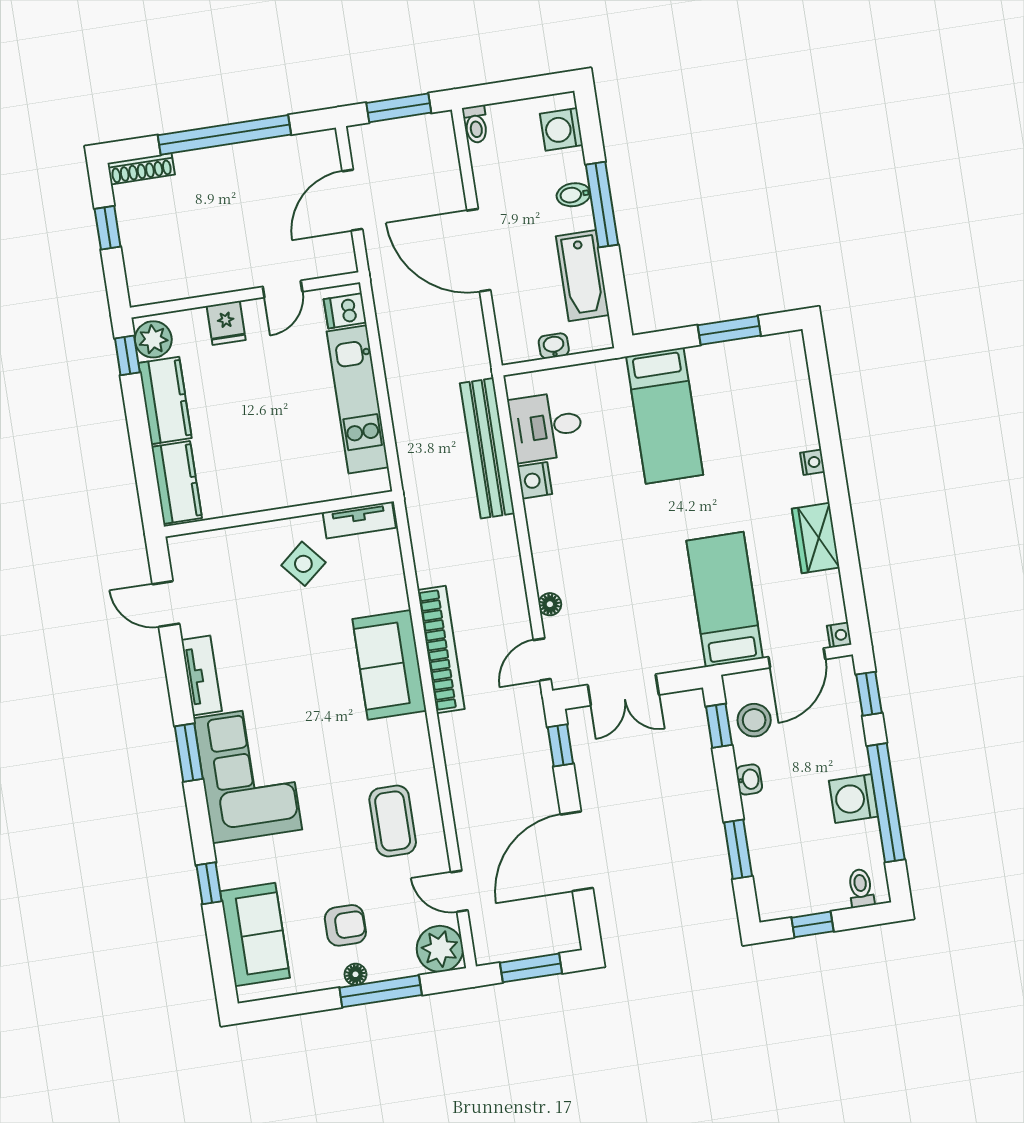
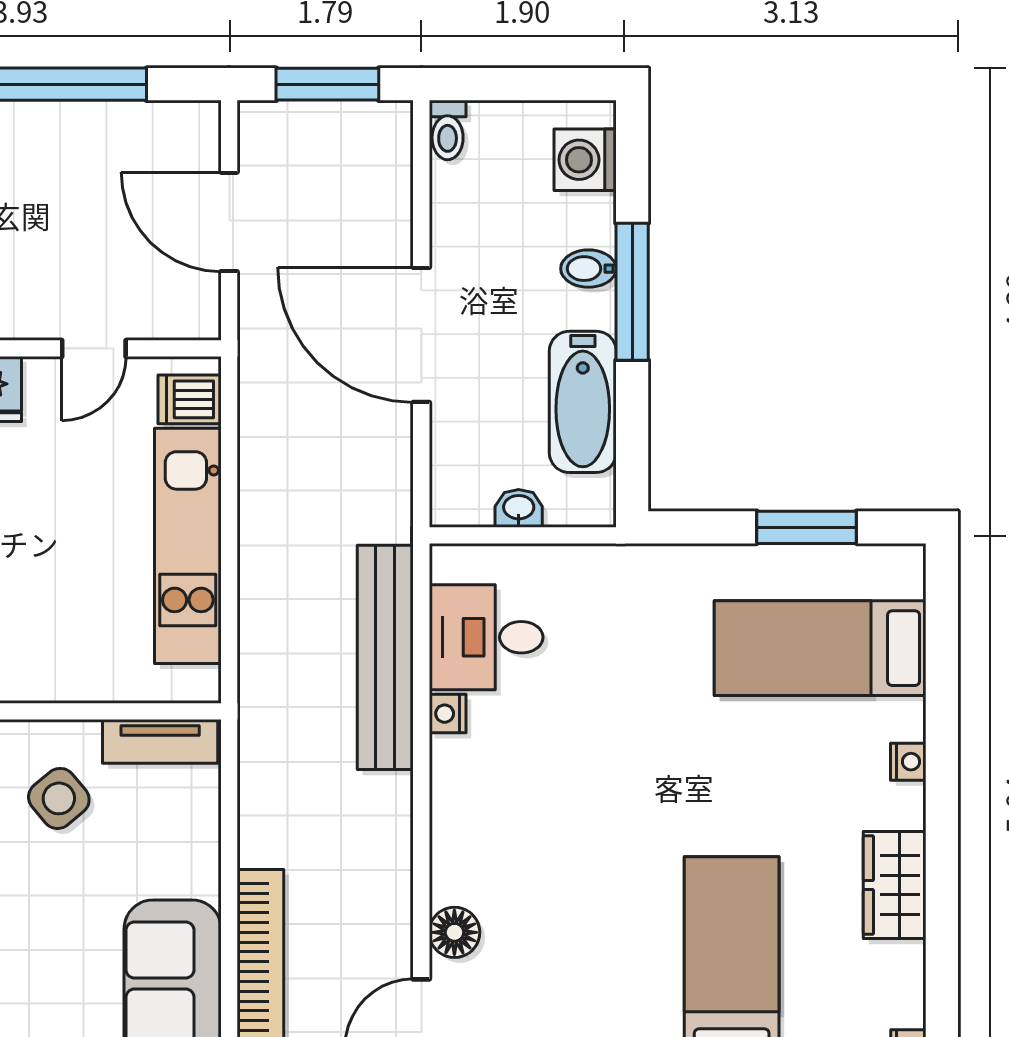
door: (352, 200) -> (229, 222), hinge flipped
bed: (665, 416) -> (820, 648), moved, turned 90
nightstand: (535, 480) -> (448, 714), width x0.72, depth x0.74
floor lamp: (550, 604) -> (454, 932), width x1.37, depth x1.37

